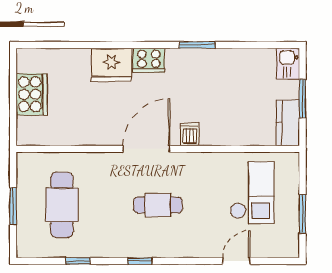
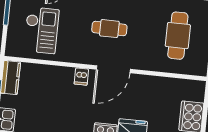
checkout: (252, 193) -> (41, 30), turned 180

